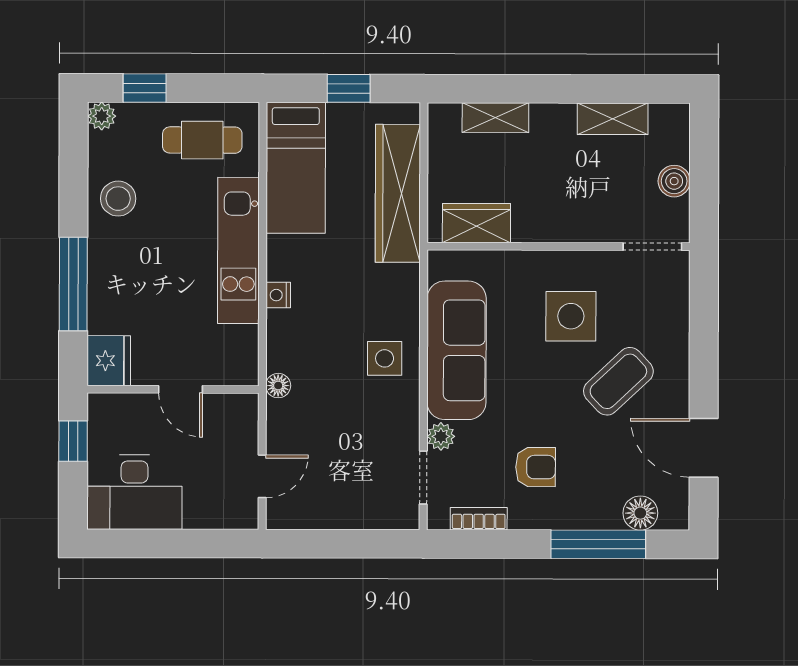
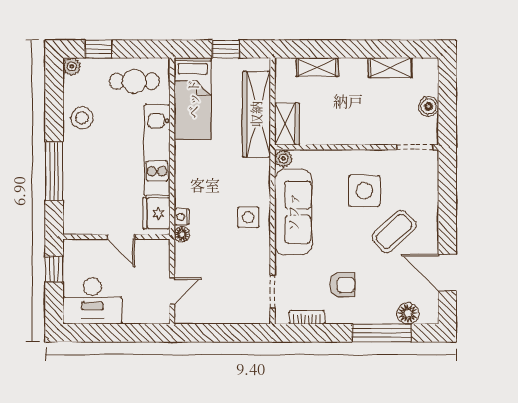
wardrobe: (476, 223) -> (287, 124), moved, turned 90
nightstand: (278, 295) -> (182, 217), moved
fridge: (109, 361) -> (156, 213), moved, turned 180
plant: (441, 436) -> (283, 158), moved

